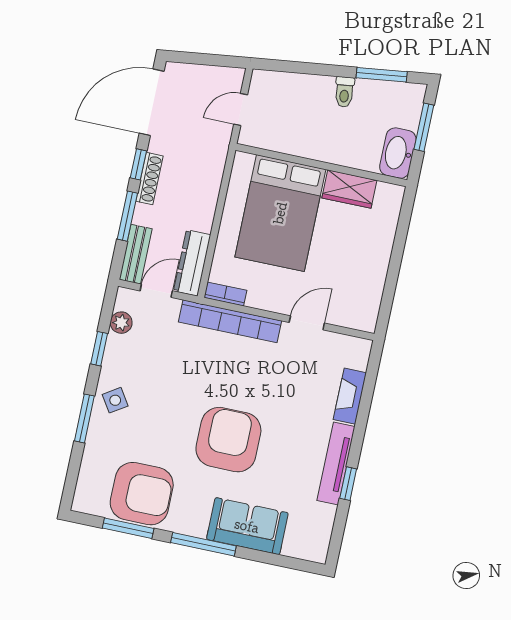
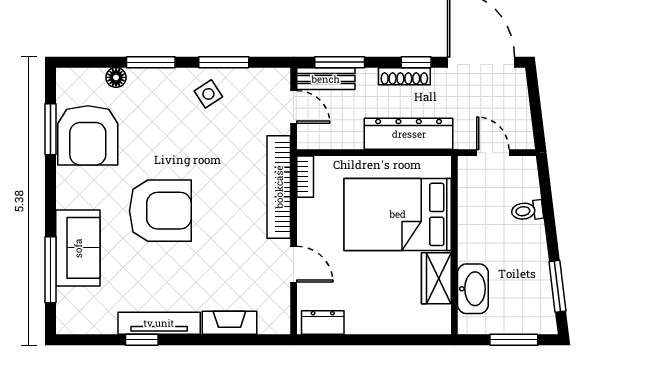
toilet: (344, 92) -> (527, 211), moved
washbasin: (398, 153) -> (473, 289), moved, turned 90
window: (127, 216) -> (340, 62), moved
dresser: (192, 263) -> (409, 134), moved, width x1.37, depth x1.24
dresser: (369, 307) -> (323, 322), added
plant: (121, 323) -> (254, 79), removed
window: (99, 349) -> (224, 62), width x1.50
side table: (115, 400) -> (208, 94), moved
floor lamp: (92, 455) -> (116, 77), added
window: (203, 544) -> (50, 270), moved

